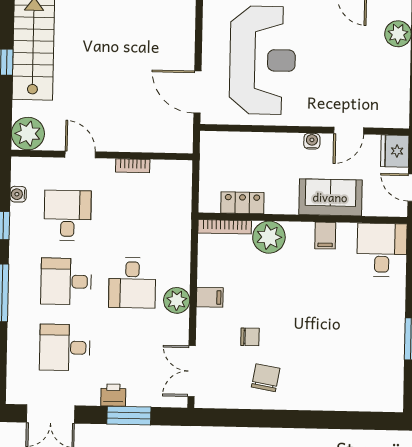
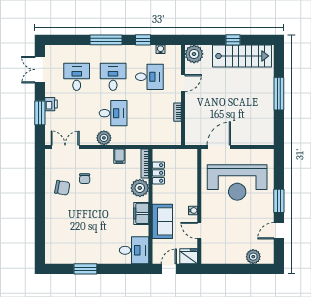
filing cabinet: (325, 236) -> (141, 213), width x2.00
desk: (132, 283) -> (113, 113), turned 180
filing cabinet: (210, 297) -> (119, 156), moved

